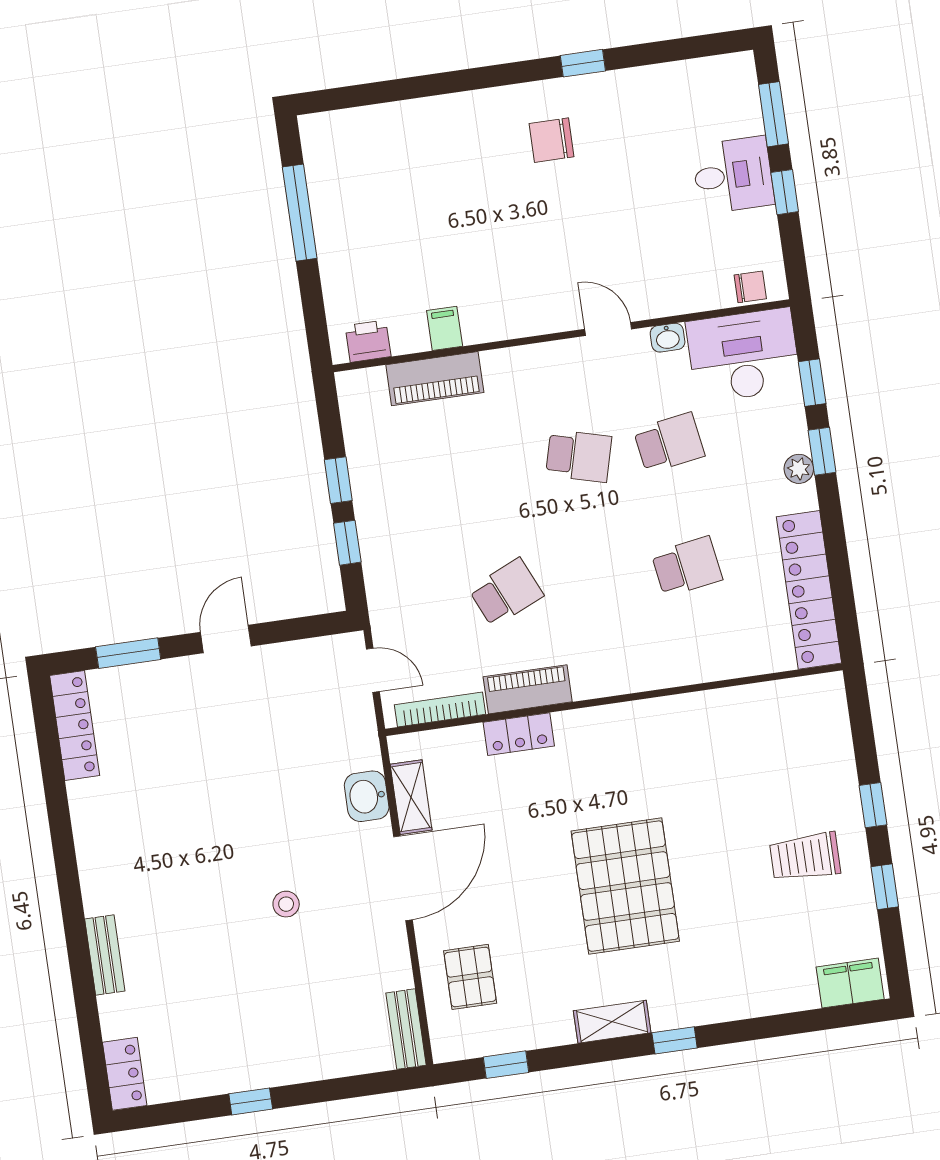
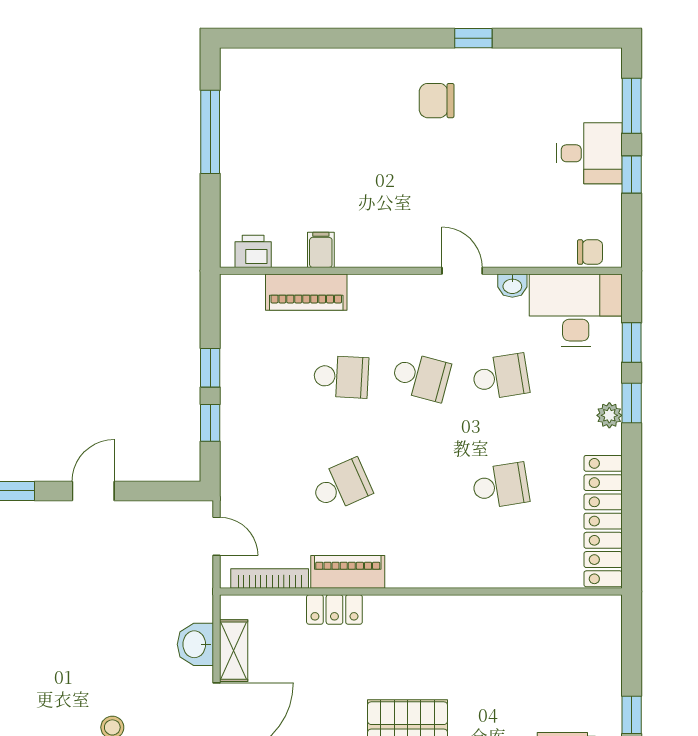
school desk: (488, 469) -> (341, 377), added

